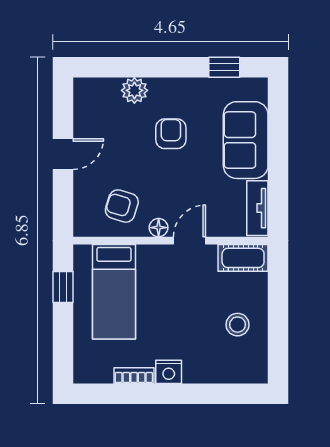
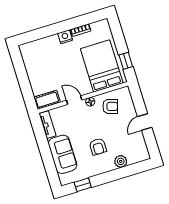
door: (189, 241) -> (74, 100), swing flipped
bed: (114, 292) -> (102, 66), width x1.50
stool: (238, 325) -> (40, 68), removed

